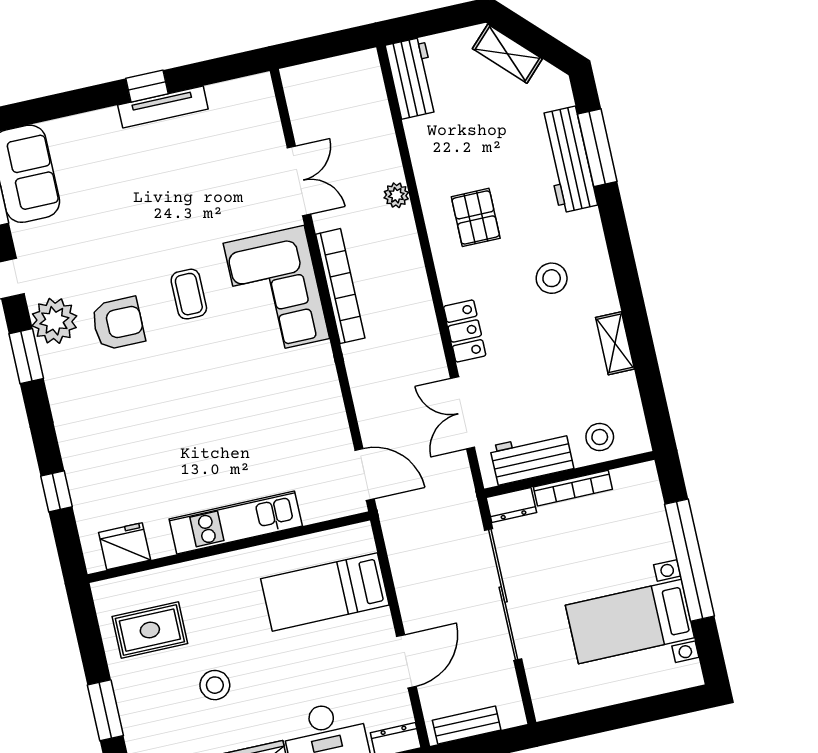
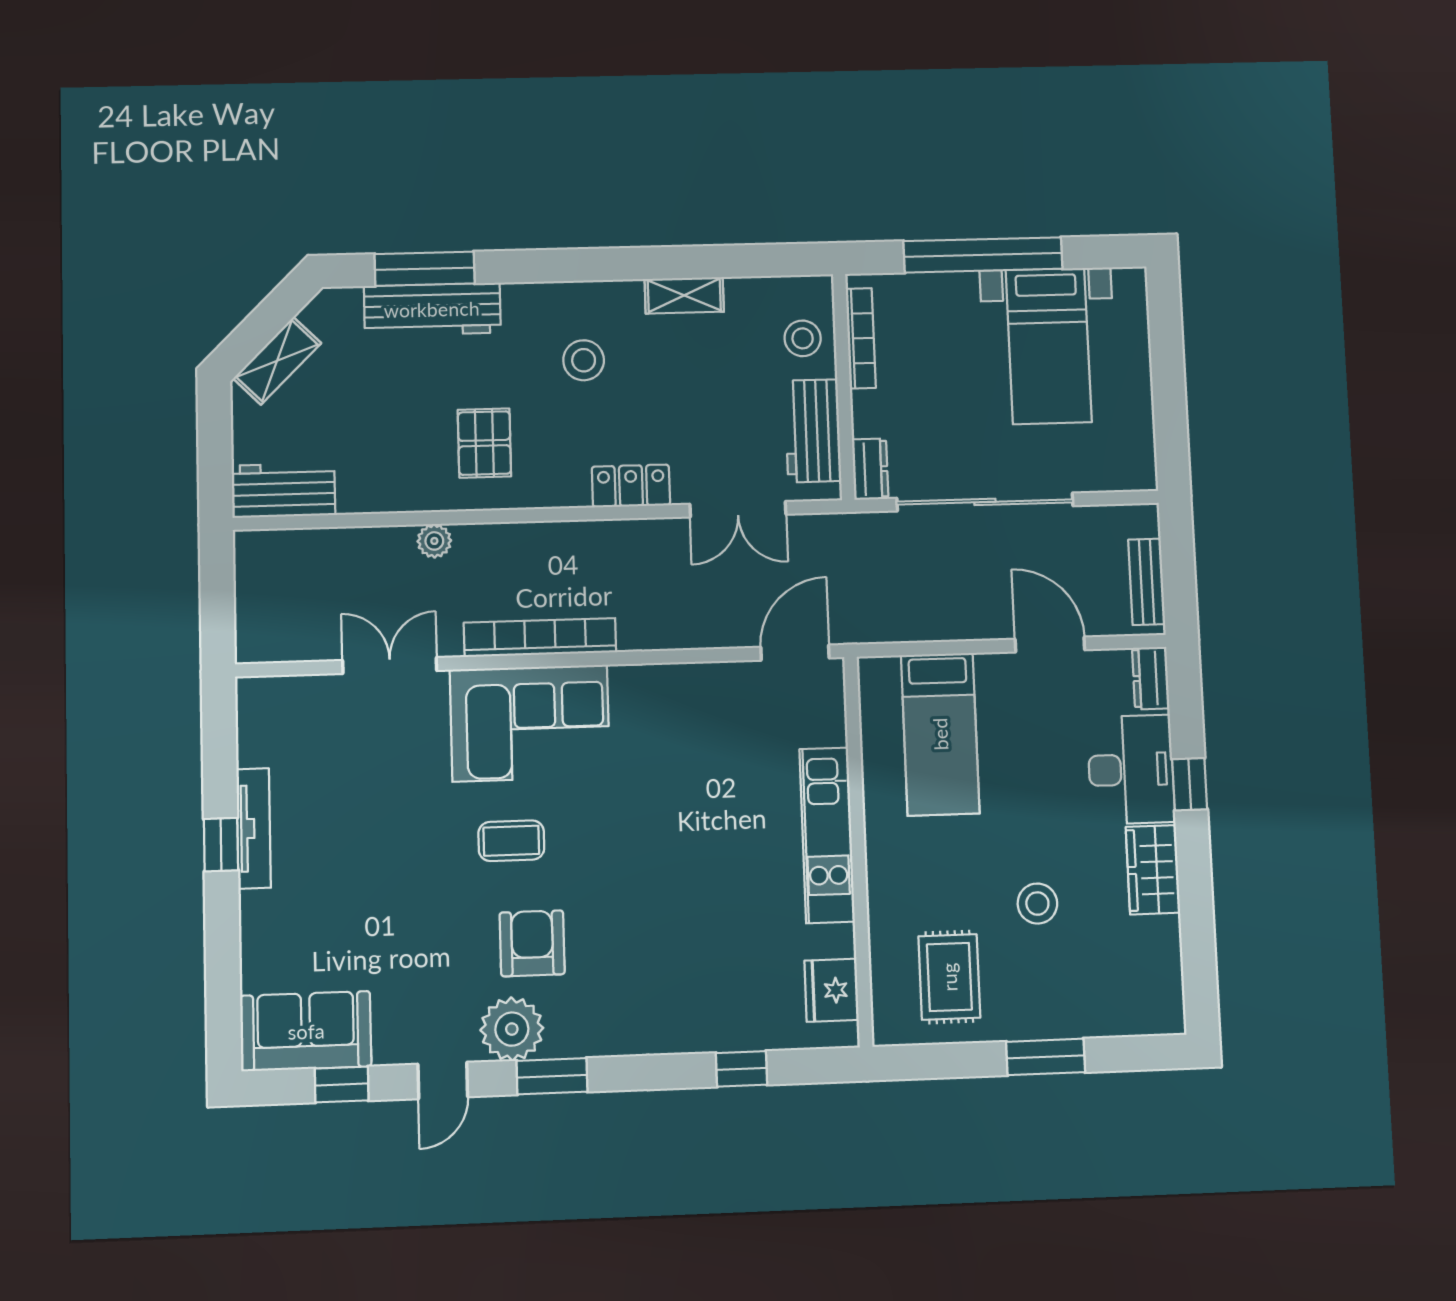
pallet: (476, 217) -> (484, 443), turned 90
bookcase: (573, 488) -> (861, 338), moved

